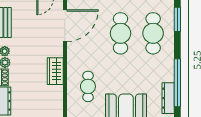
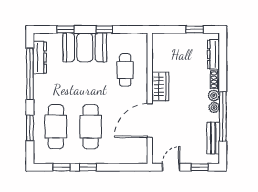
window: (177, 19) -> (30, 128), moved
door: (65, 26) -> (150, 121), moved

